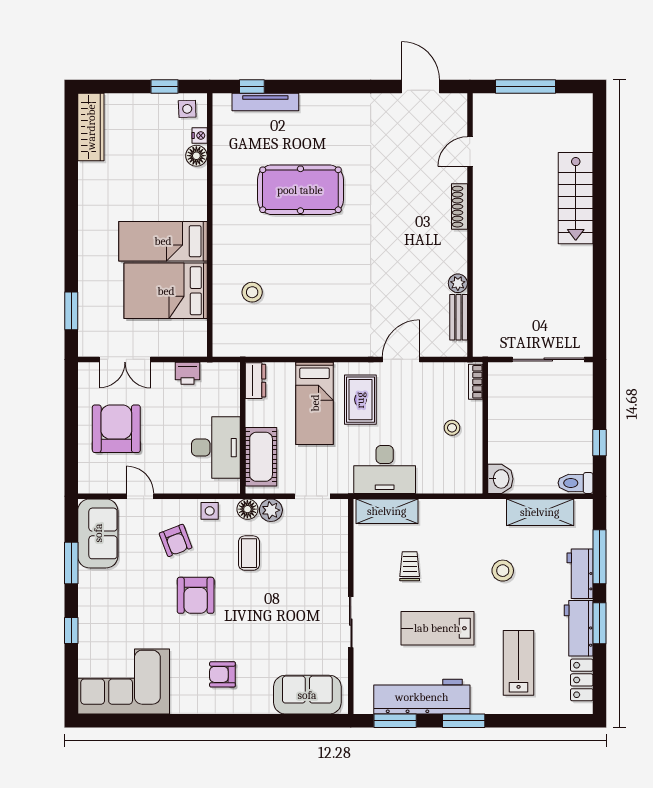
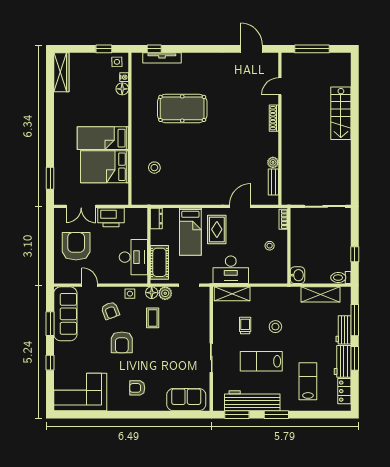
printer: (187, 373) -> (111, 217), width x1.87, depth x1.48
sofa: (98, 533) -> (65, 314), width x1.36
stool: (503, 571) -> (275, 327), moved

